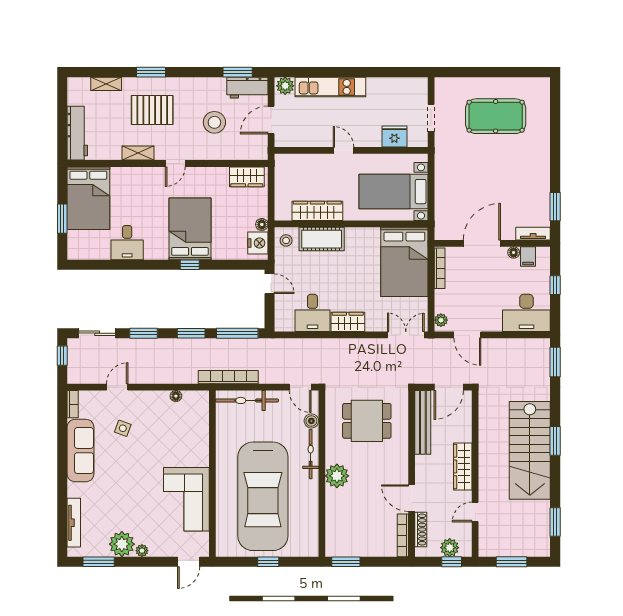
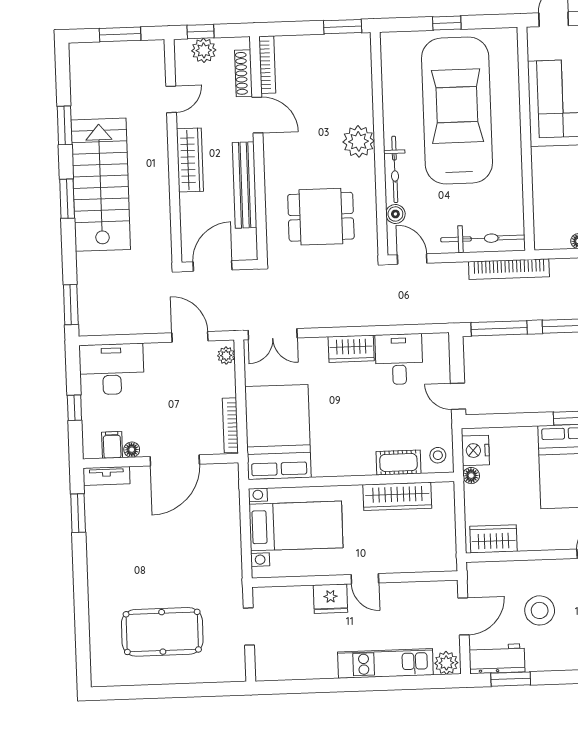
fridge: (394, 137) -> (331, 599), moved
cot: (322, 239) -> (398, 463), width x0.73, depth x0.75
bench: (423, 422) -> (245, 185), moved
window: (555, 522) -> (65, 125), moved

